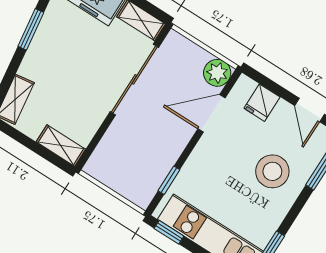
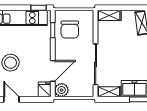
fridge: (262, 103) -> (45, 89), moved
chair: (140, 164) -> (70, 30), added

